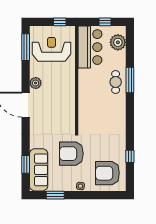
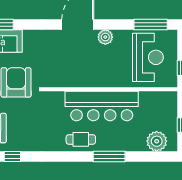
bar counter: (90, 47) -> (102, 106), moved, width x1.36
cafe table: (116, 82) -> (81, 139), moved

